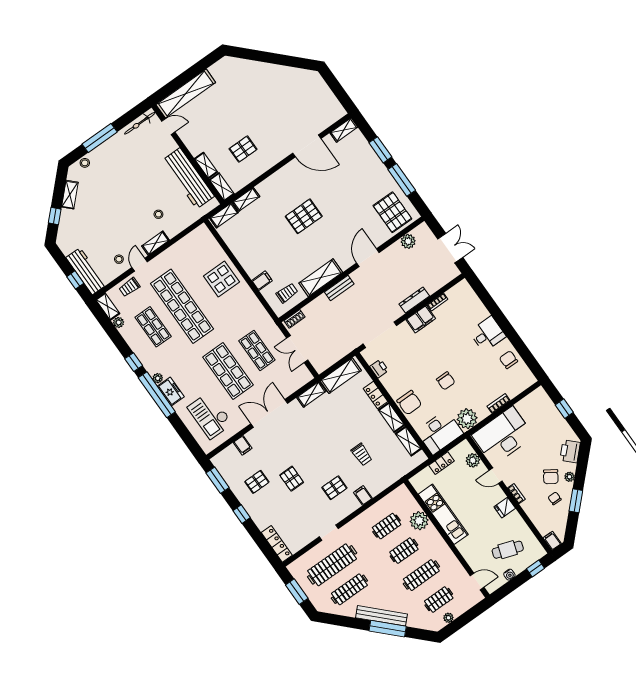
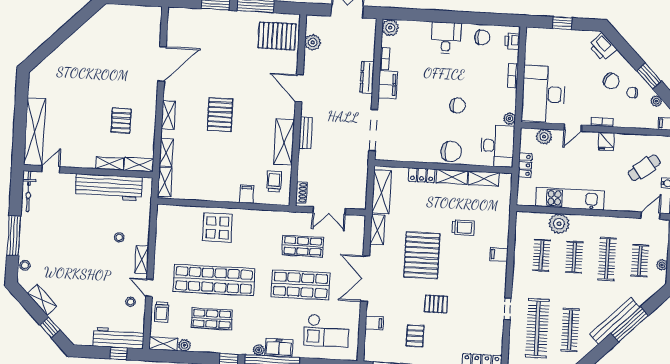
shelving: (344, 130) -> (168, 115), moved
plant: (463, 288) -> (390, 28), added
chair: (508, 360) -> (482, 37), turned 180
printer: (379, 369) -> (512, 41), moved, turned -90
plant: (467, 419) -> (509, 119), width x0.53, depth x0.53
plant: (570, 477) -> (656, 101), moved
pallet: (334, 488) -> (422, 255), moved, width x2.05, depth x2.00
cafe table: (508, 550) -> (644, 168), turned 34

